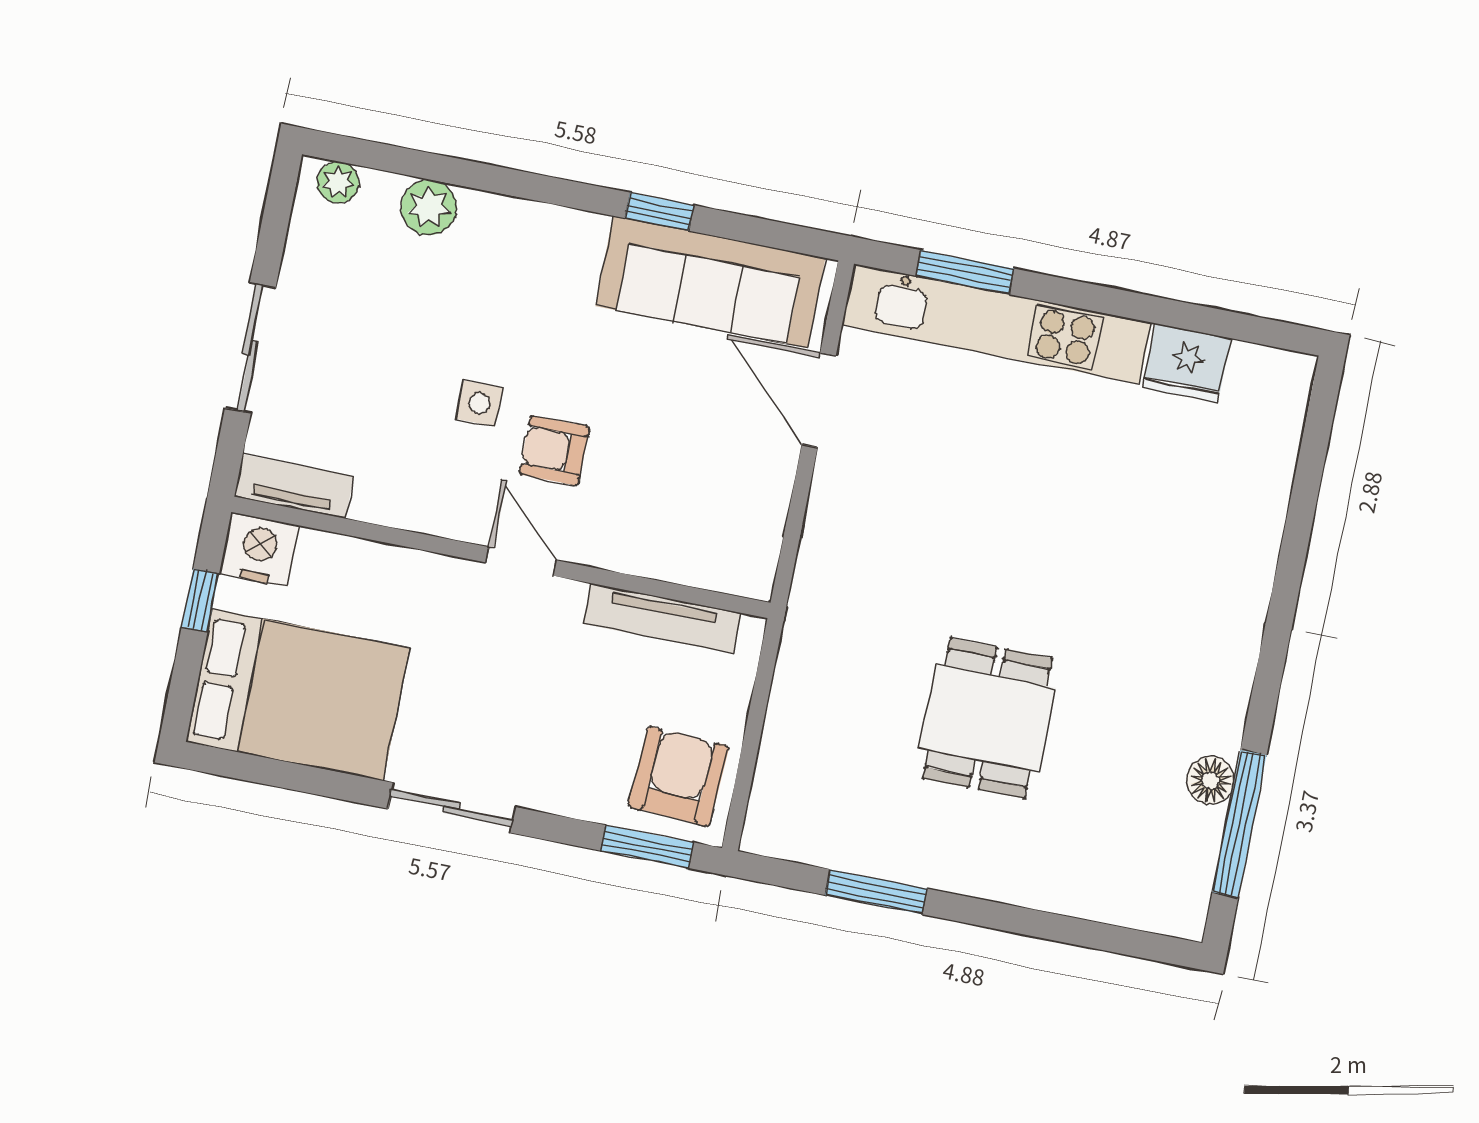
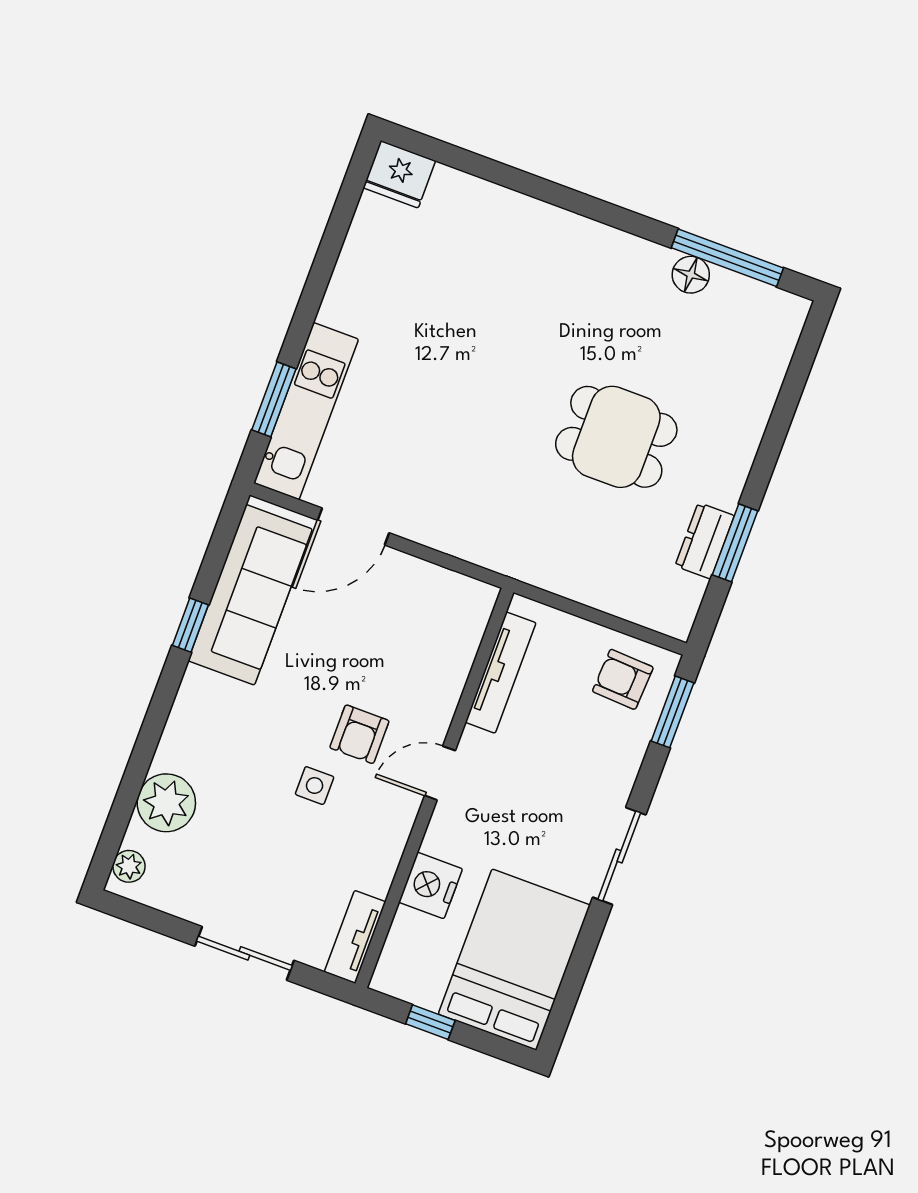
plant: (429, 207) -> (166, 803), width x1.36, depth x1.36
kitchen unit: (997, 324) -> (306, 411), width x0.73
fridge: (1187, 363) -> (399, 174), moved, turned 90
nightstand: (259, 549) -> (431, 885), moved
armchair: (679, 776) -> (623, 679), width x0.72, depth x0.72
dresser: (873, 853) -> (705, 541), added

